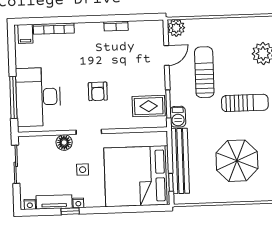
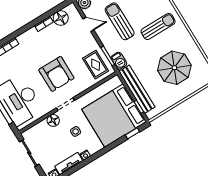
floor lamp: (139, 30) -> (61, 18), added
door: (166, 55) -> (88, 24), hinge flipped
armchair: (98, 91) -> (56, 74), width x1.88, depth x1.88
rug: (149, 106) -> (96, 65), turned 90
window: (70, 211) -> (132, 133), moved

